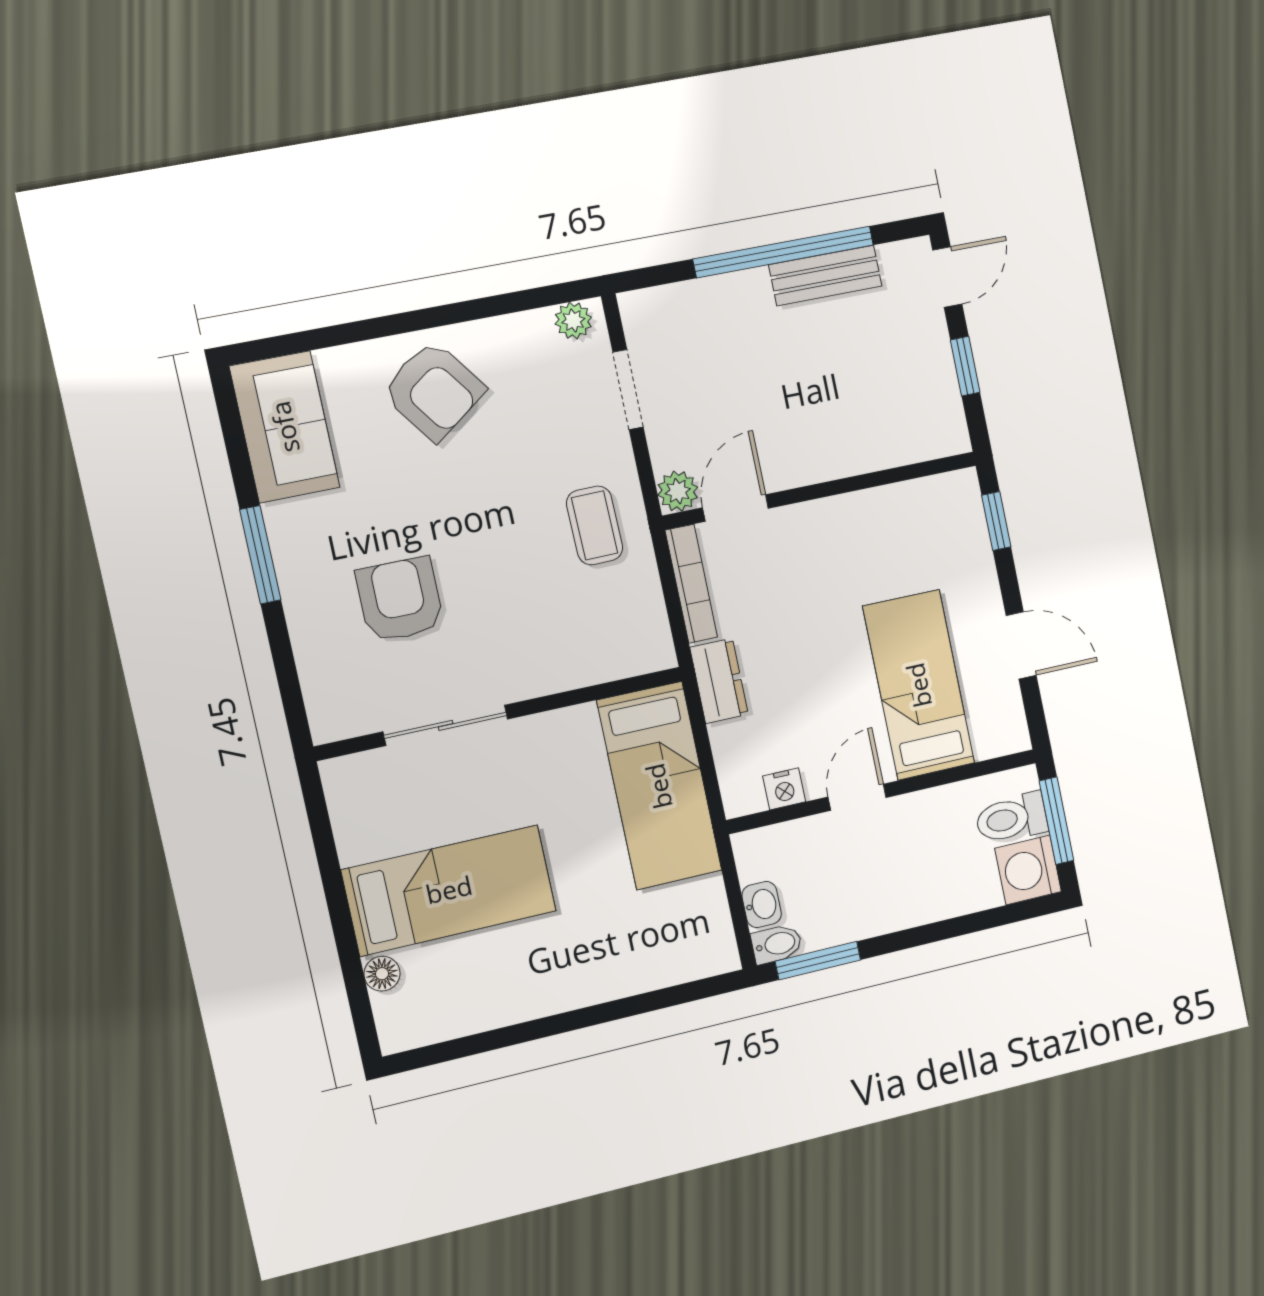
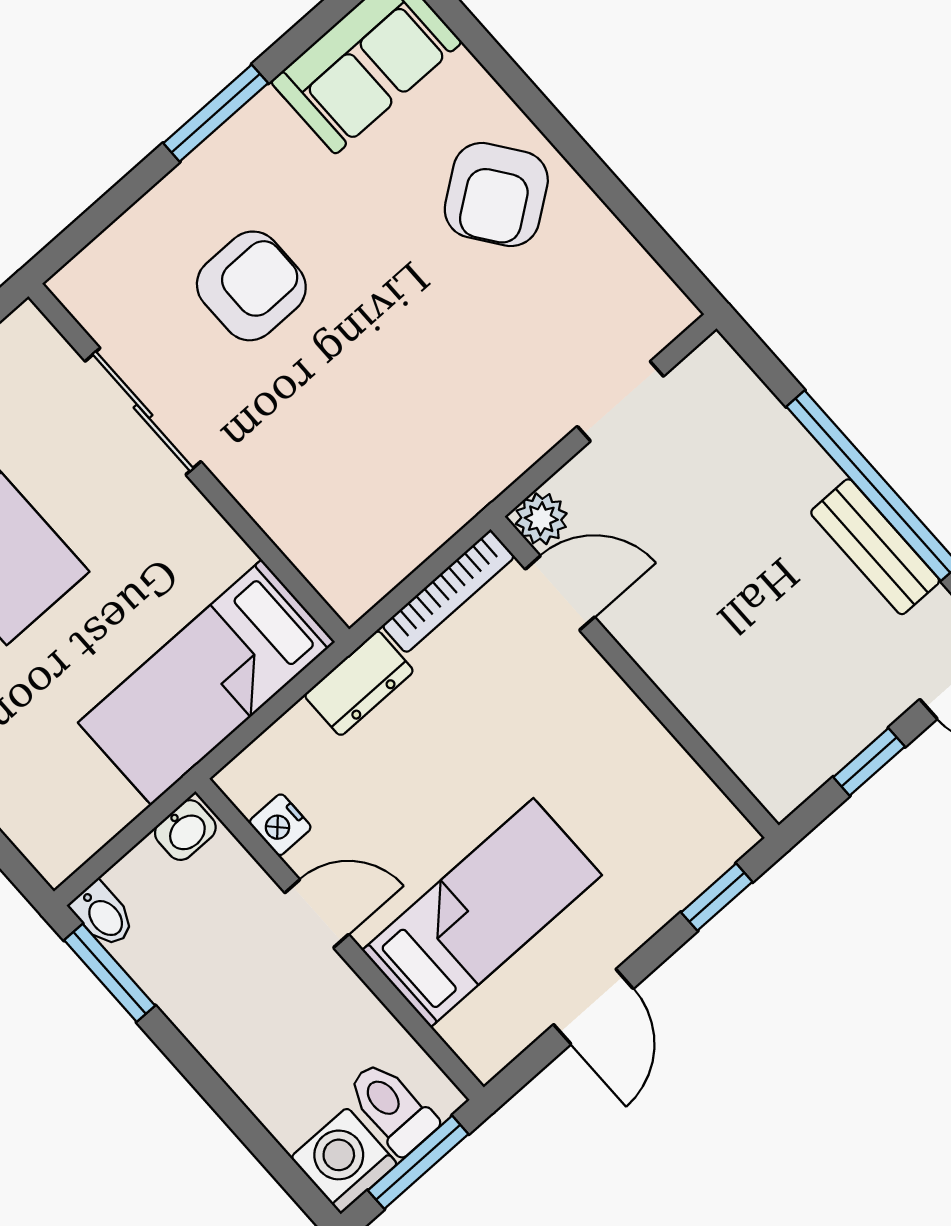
plant: (573, 321) -> (660, 300), removed
coffee table: (595, 525) -> (451, 449), removed
washbasin: (762, 905) -> (185, 830), moved

